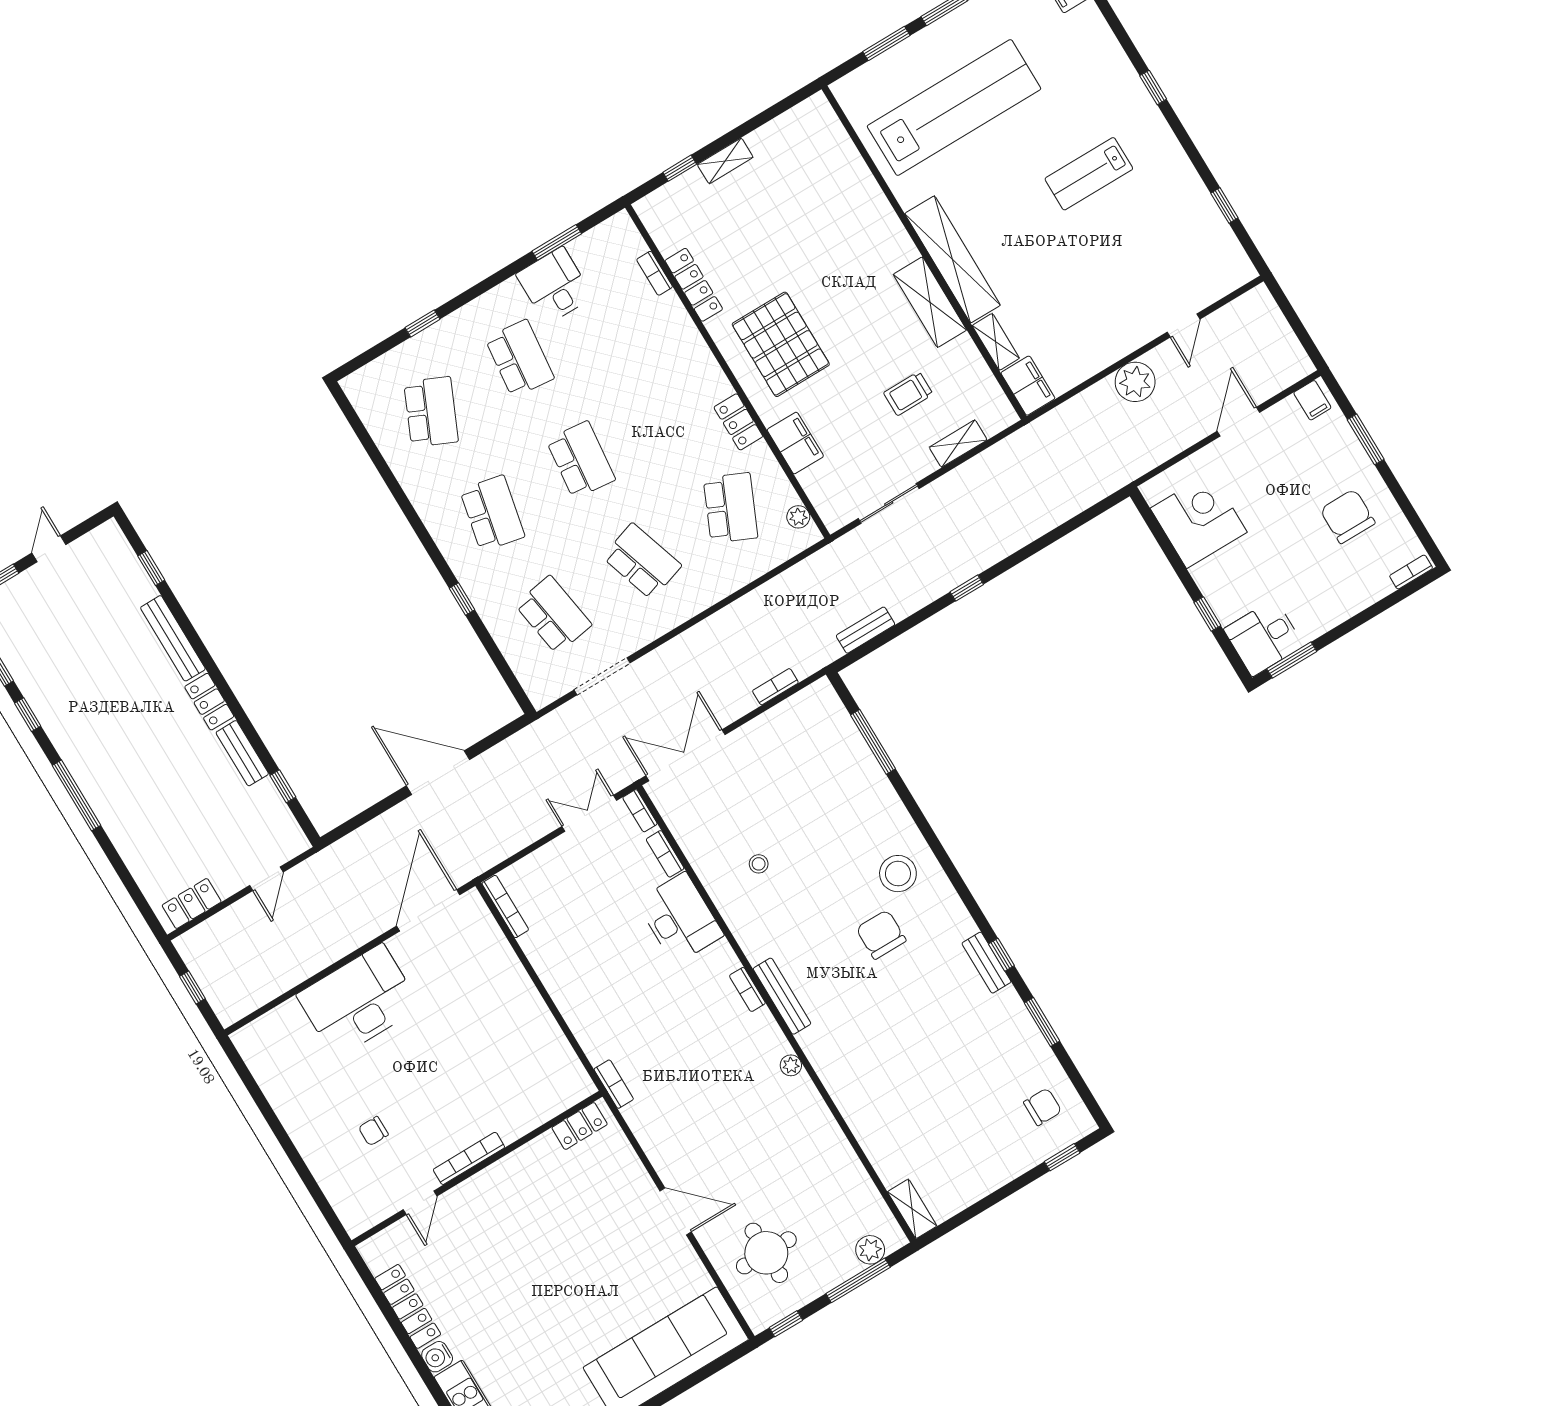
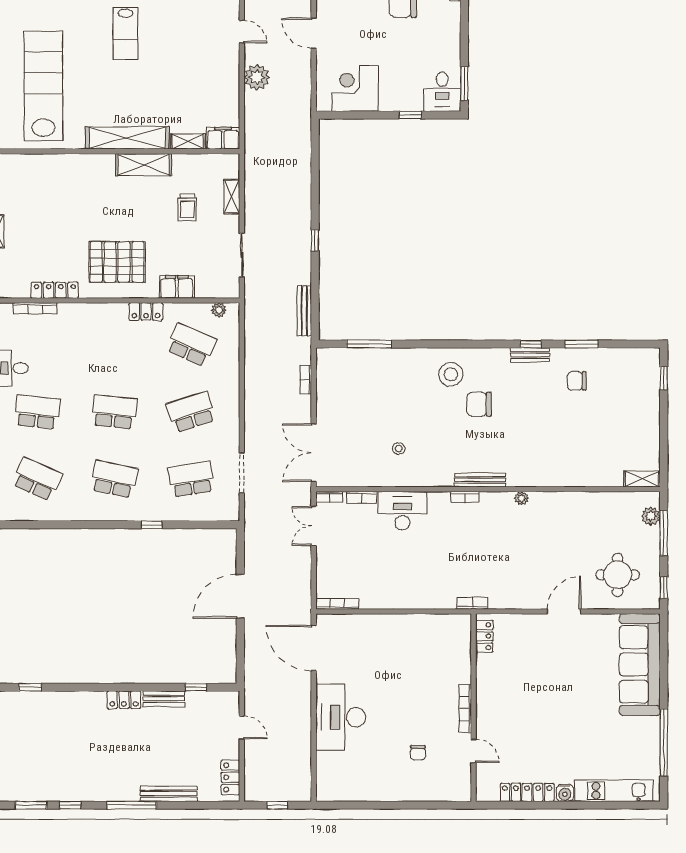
bookcase: (655, 273) -> (35, 308), width x1.56
bench: (865, 630) -> (304, 311), width x1.36
bench: (173, 638) -> (169, 794), moved
chair: (1043, 1107) -> (577, 381), moved, turned -90

